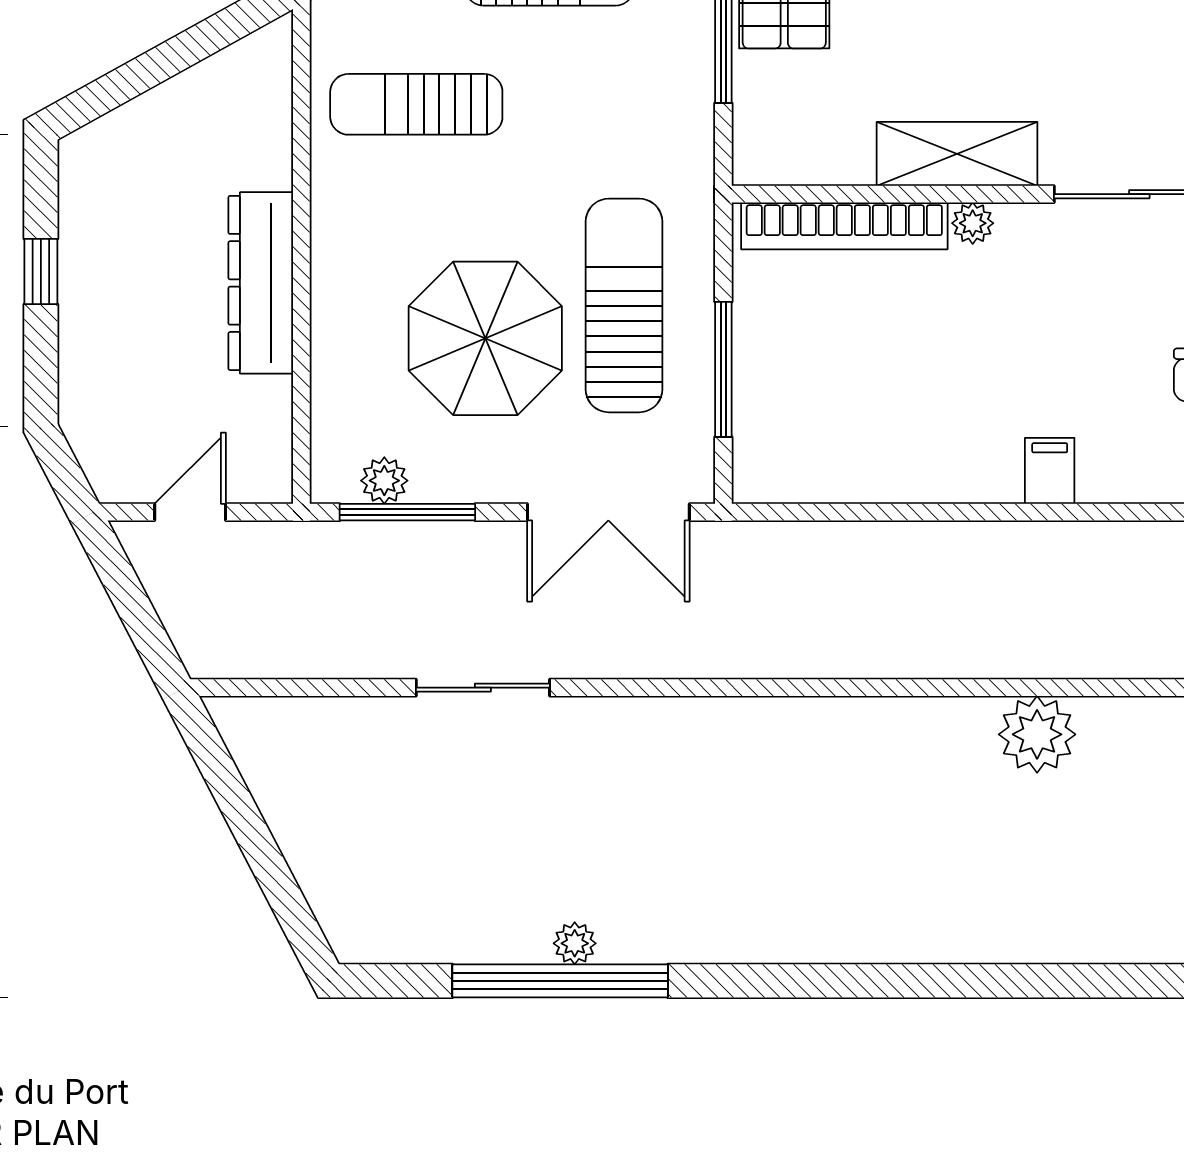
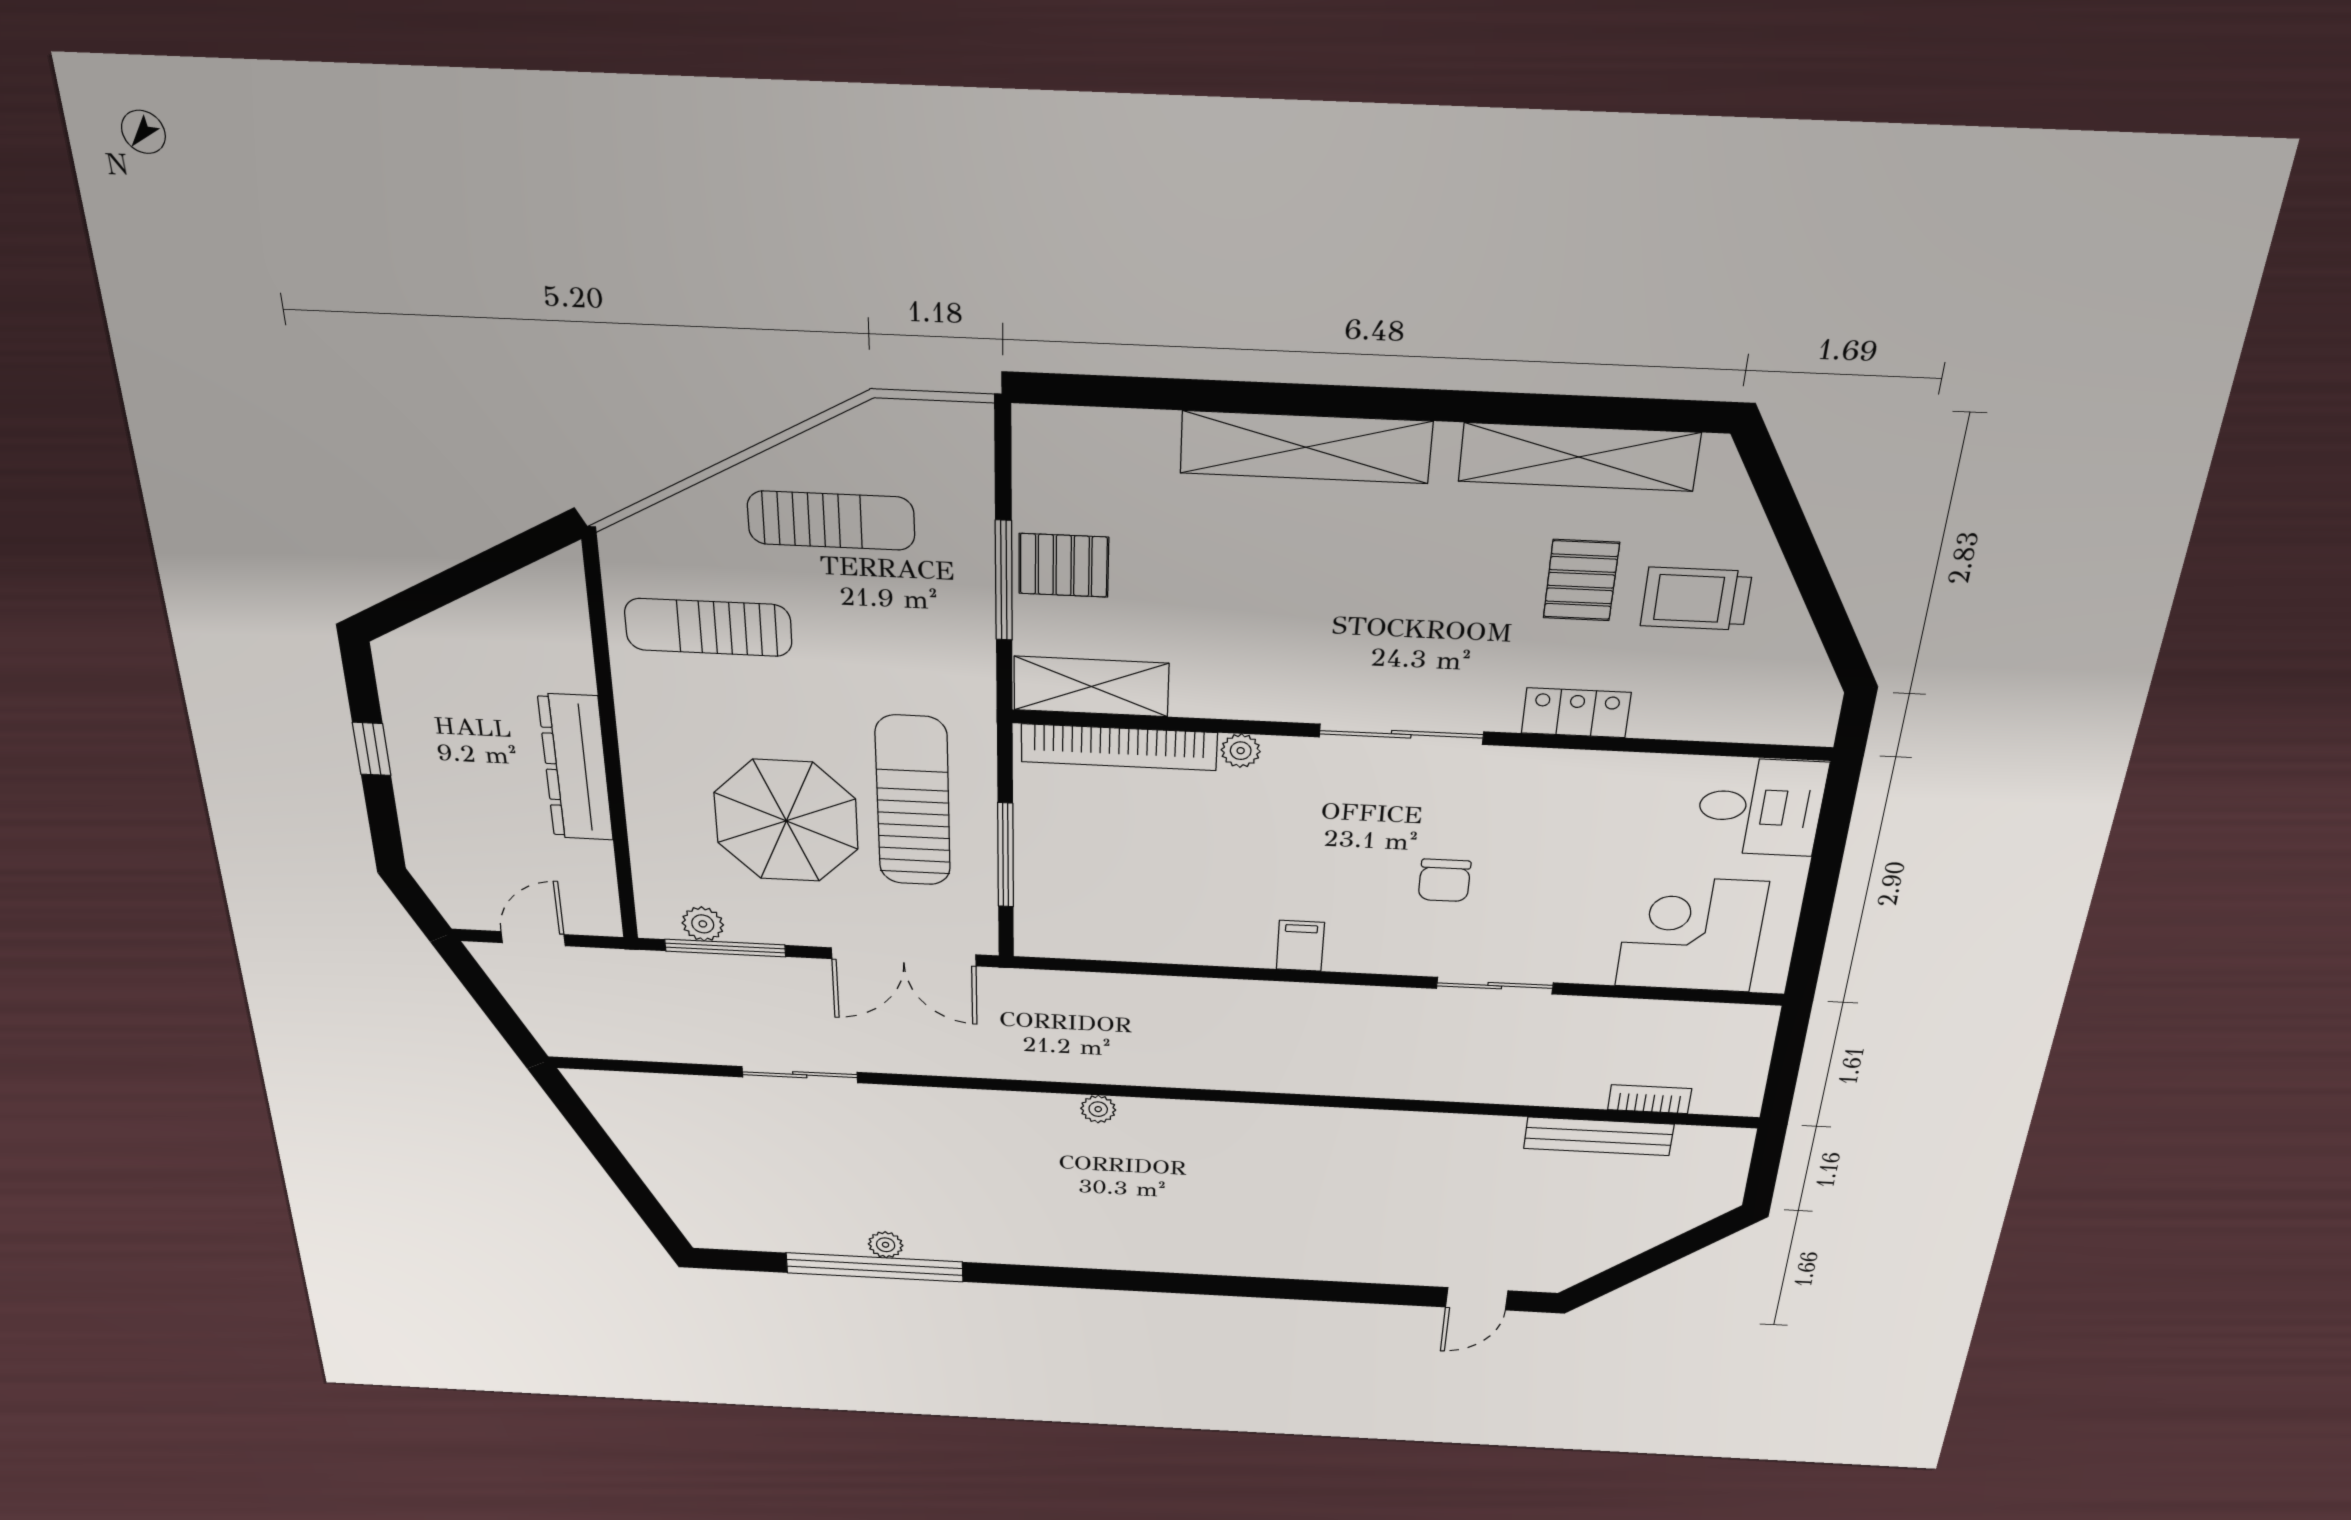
shelving: (957, 154) -> (1091, 687), moved
plant: (1037, 734) -> (1098, 1109), moved, width x0.53, depth x0.53

